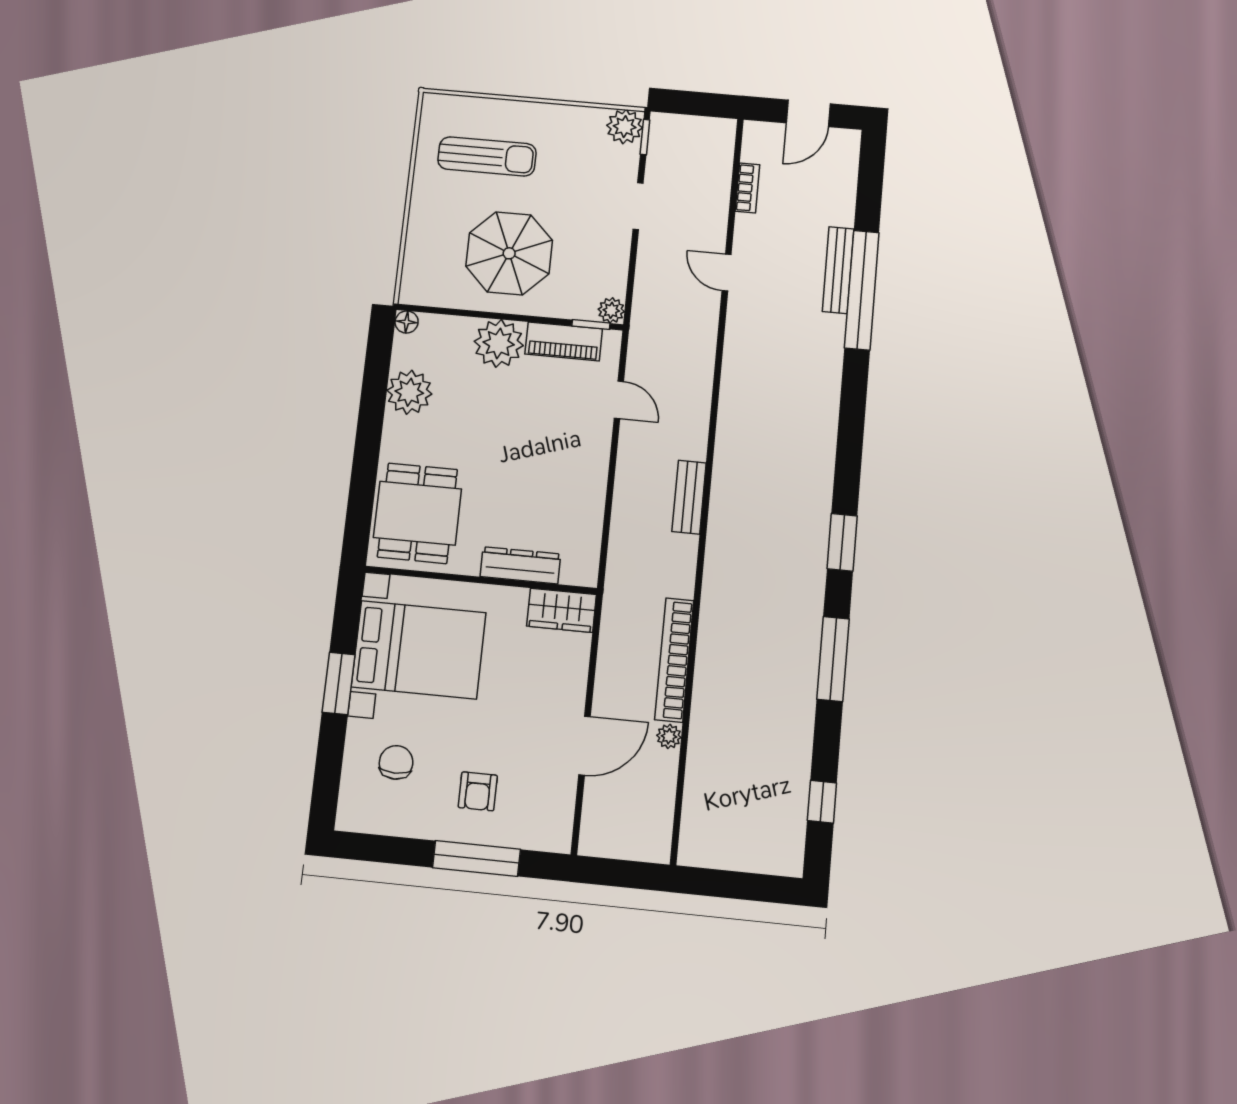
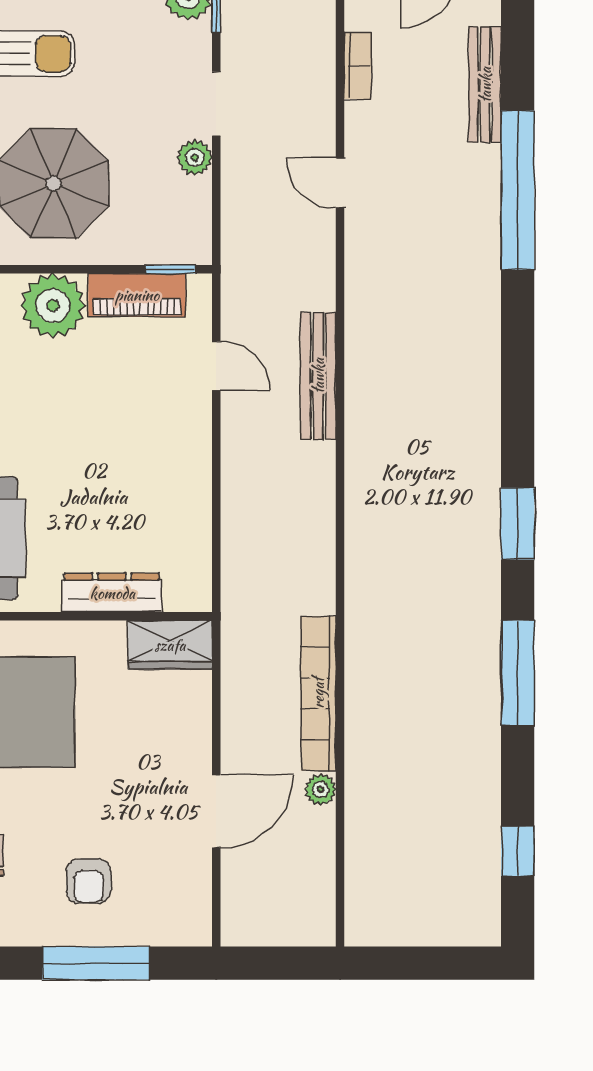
bench: (838, 270) -> (485, 85), moved
plant: (611, 310) -> (195, 158), moved
bench: (689, 497) -> (318, 376), moved, width x1.36

